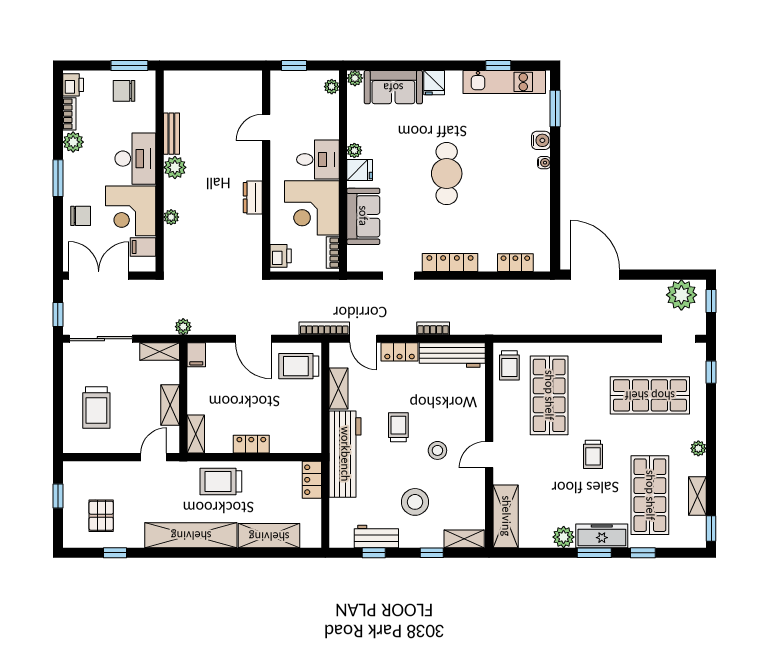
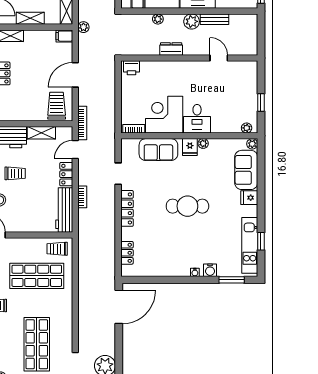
door: (266, 127) -> (219, 58), moved
wall: (266, 171) -> (189, 58), moved
dresser: (253, 198) -> (171, 49), moved
printer: (281, 256) -> (132, 68), moved

